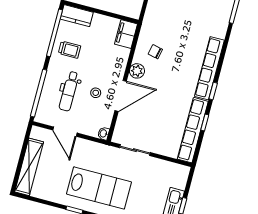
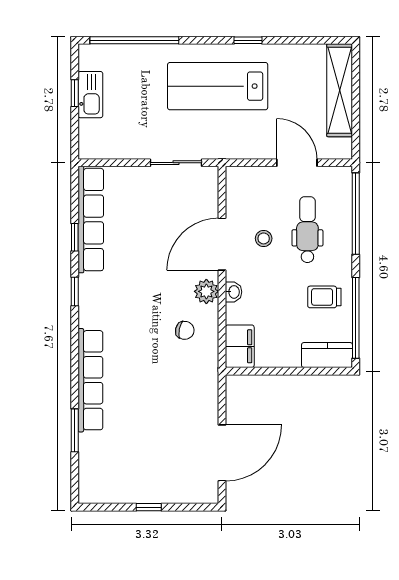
row of seats: (209, 68) -> (90, 380), moved
washbasin: (104, 133) -> (234, 292), moved

